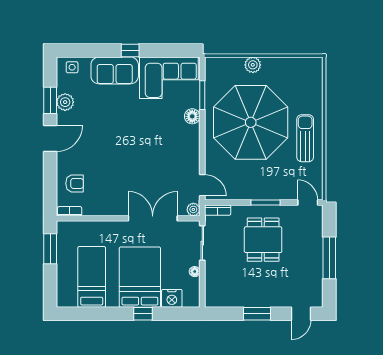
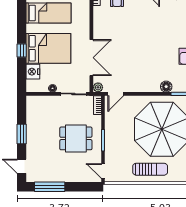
door: (308, 203) -> (103, 171), swing flipped
window: (329, 258) -> (50, 187), moved

